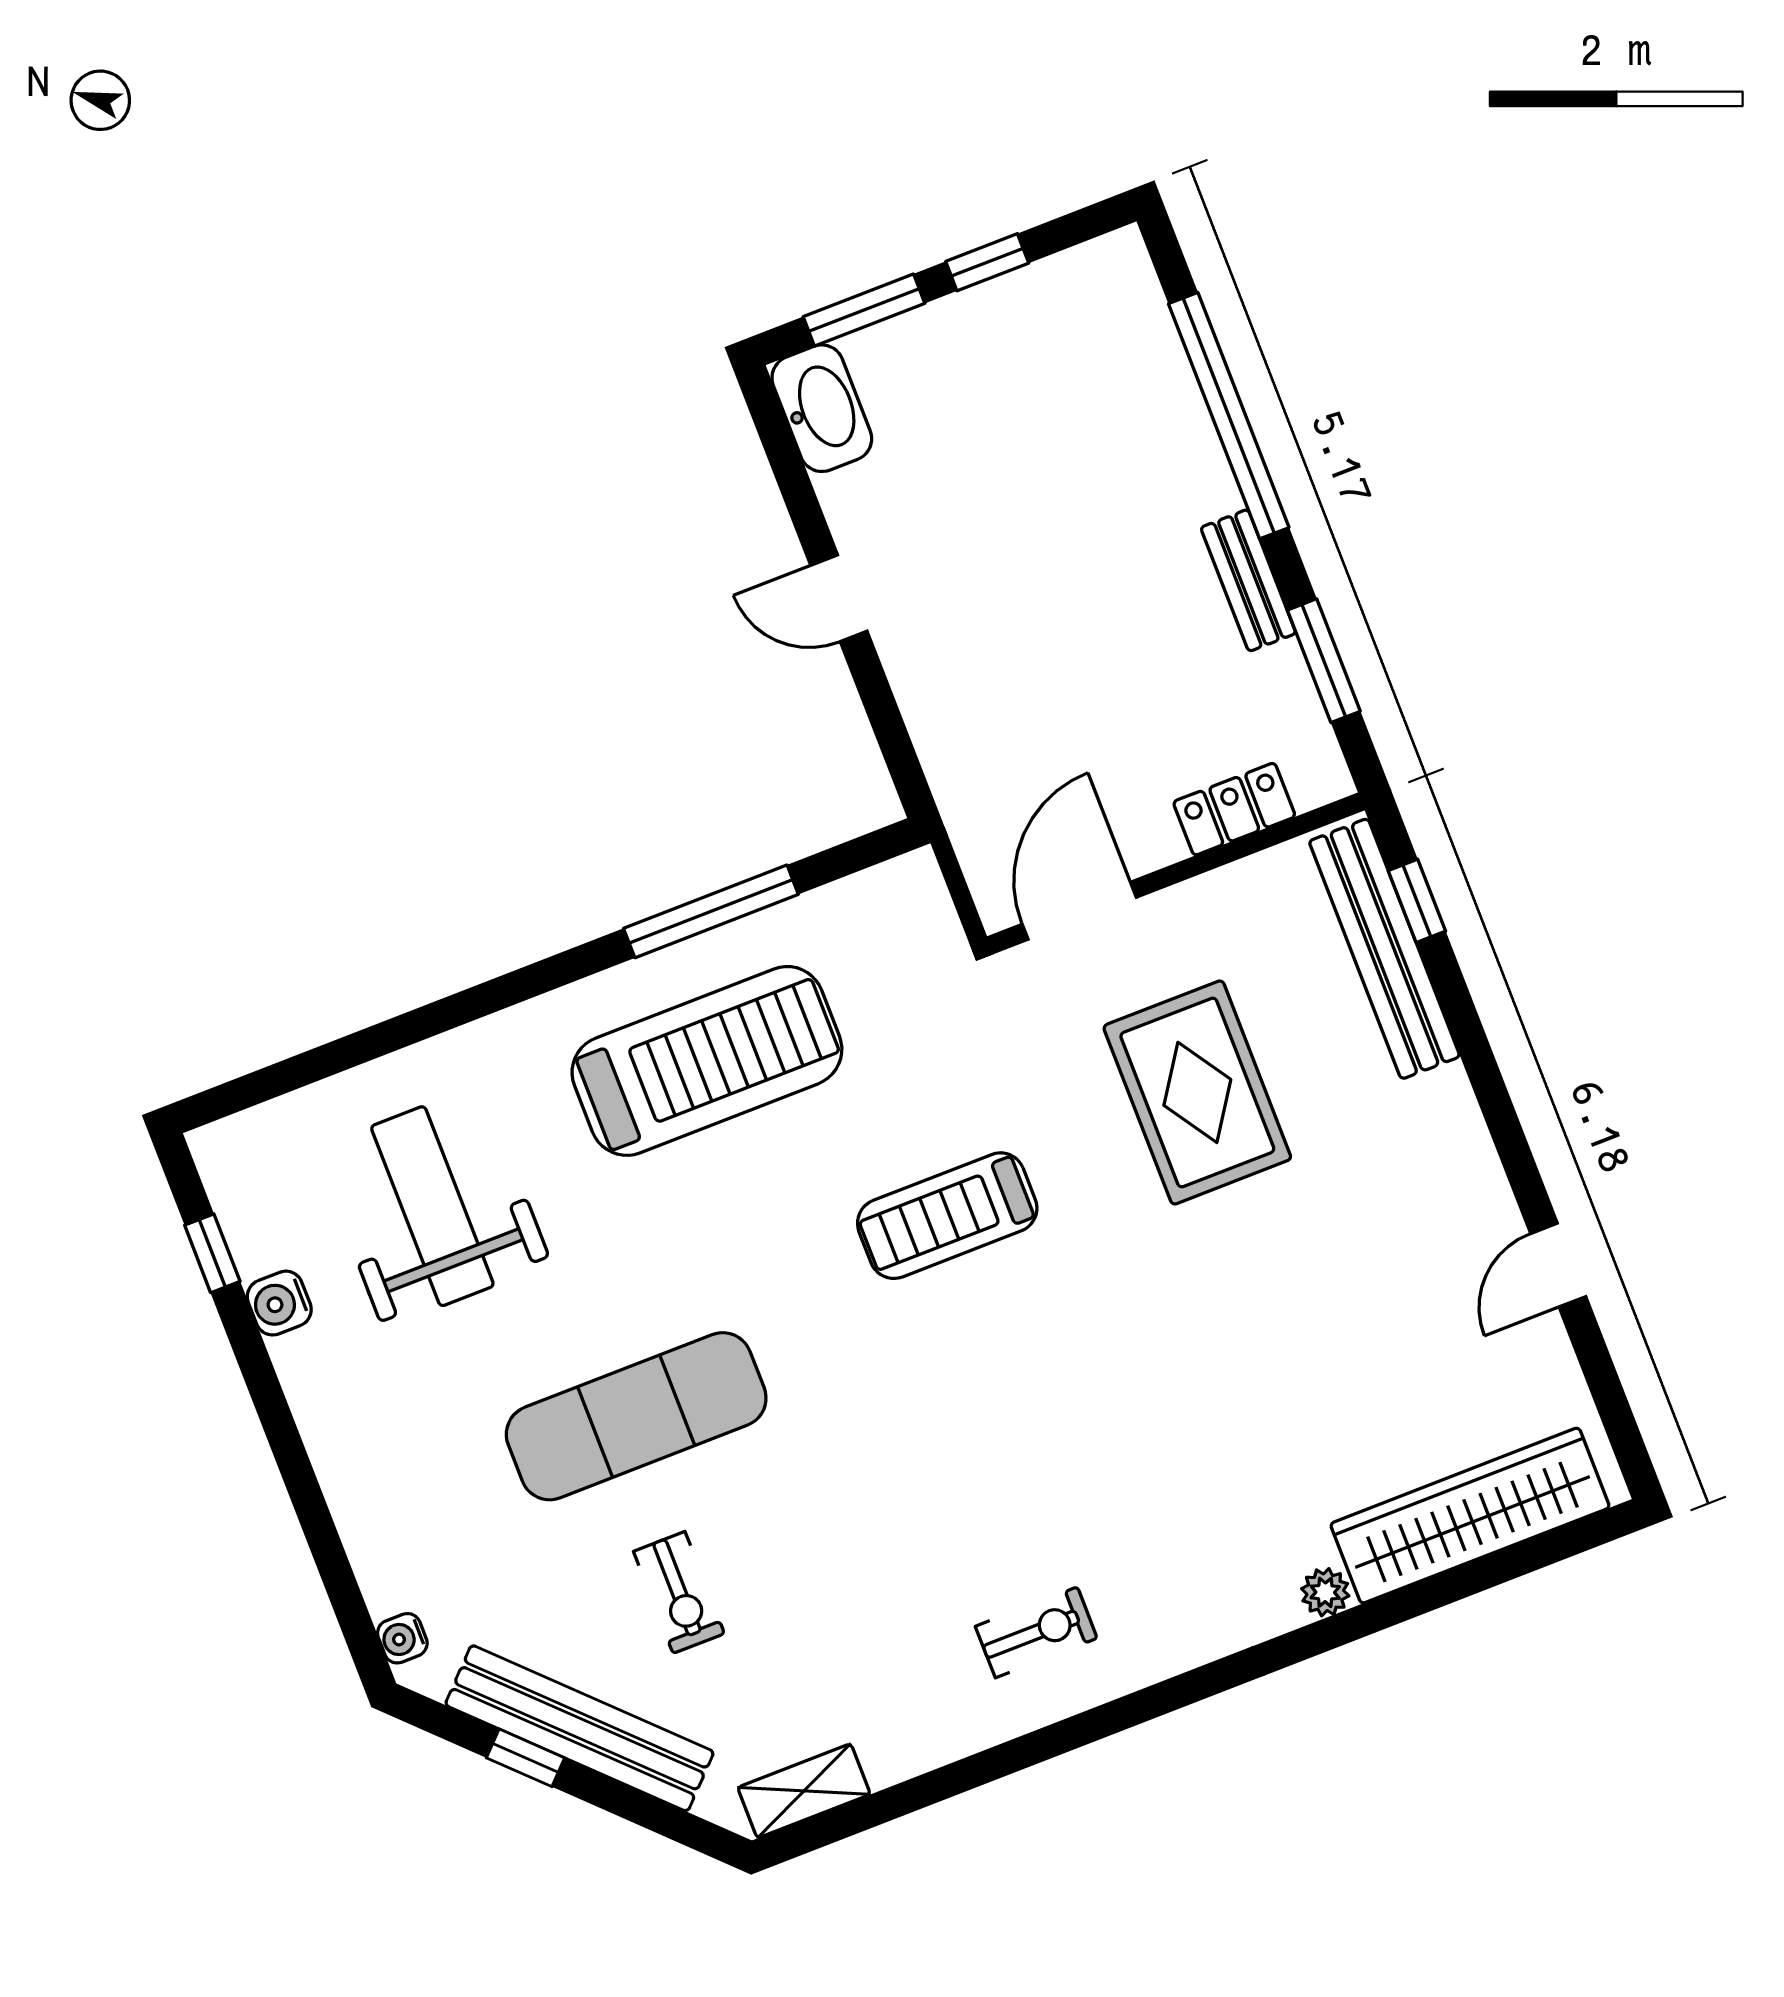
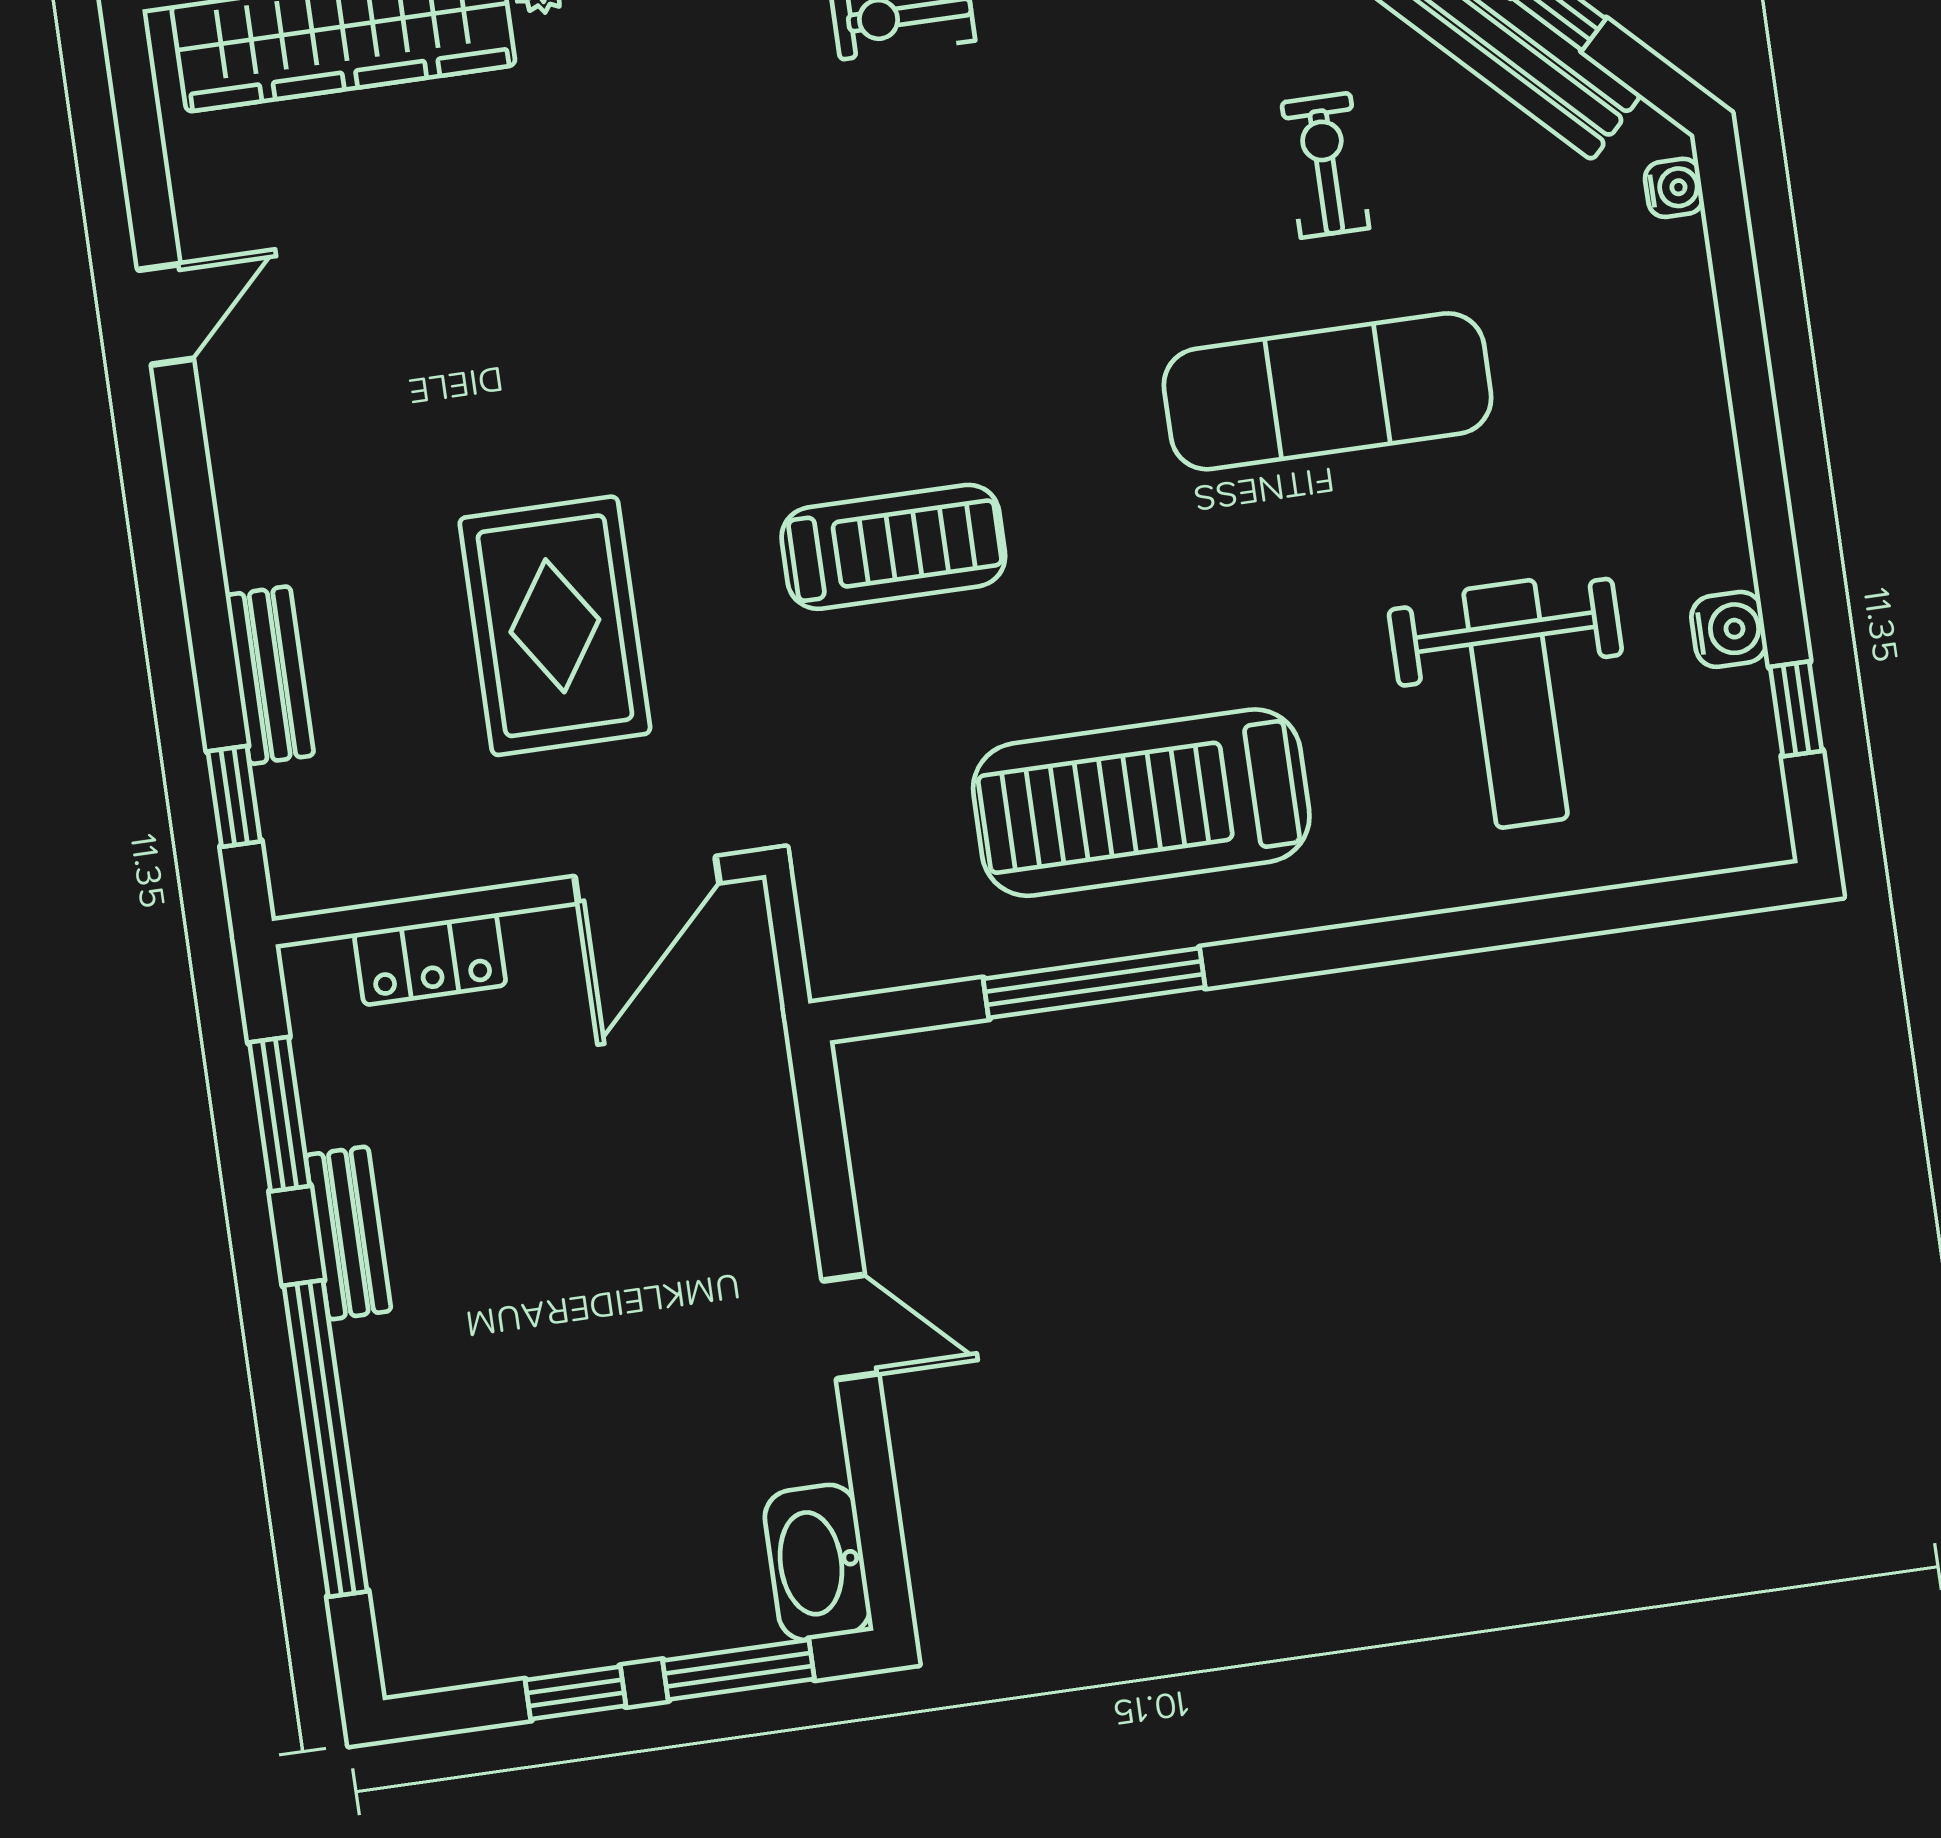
bench: (1384, 949) -> (270, 675), width x0.54, depth x0.82

